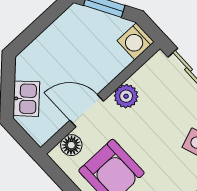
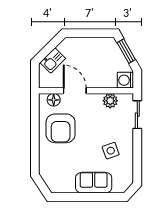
plant: (126, 96) -> (110, 101), moved

